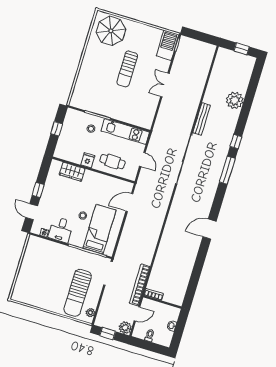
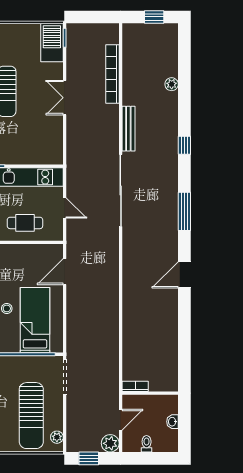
plant: (235, 100) -> (172, 84), width x0.53, depth x0.53
window: (227, 170) -> (184, 211), moved
bookcase: (140, 285) -> (112, 74), moved

